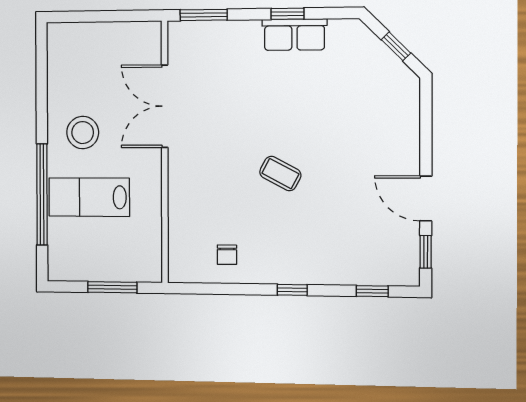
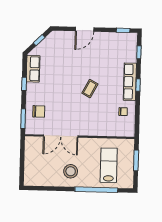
row of seats: (294, 35) -> (33, 69), moved
chair: (222, 52) -> (39, 111), added
lab bench: (89, 197) -> (109, 165), moved, turned 180
door: (426, 198) -> (85, 29), moved
row of seats: (299, 270) -> (130, 82), added

